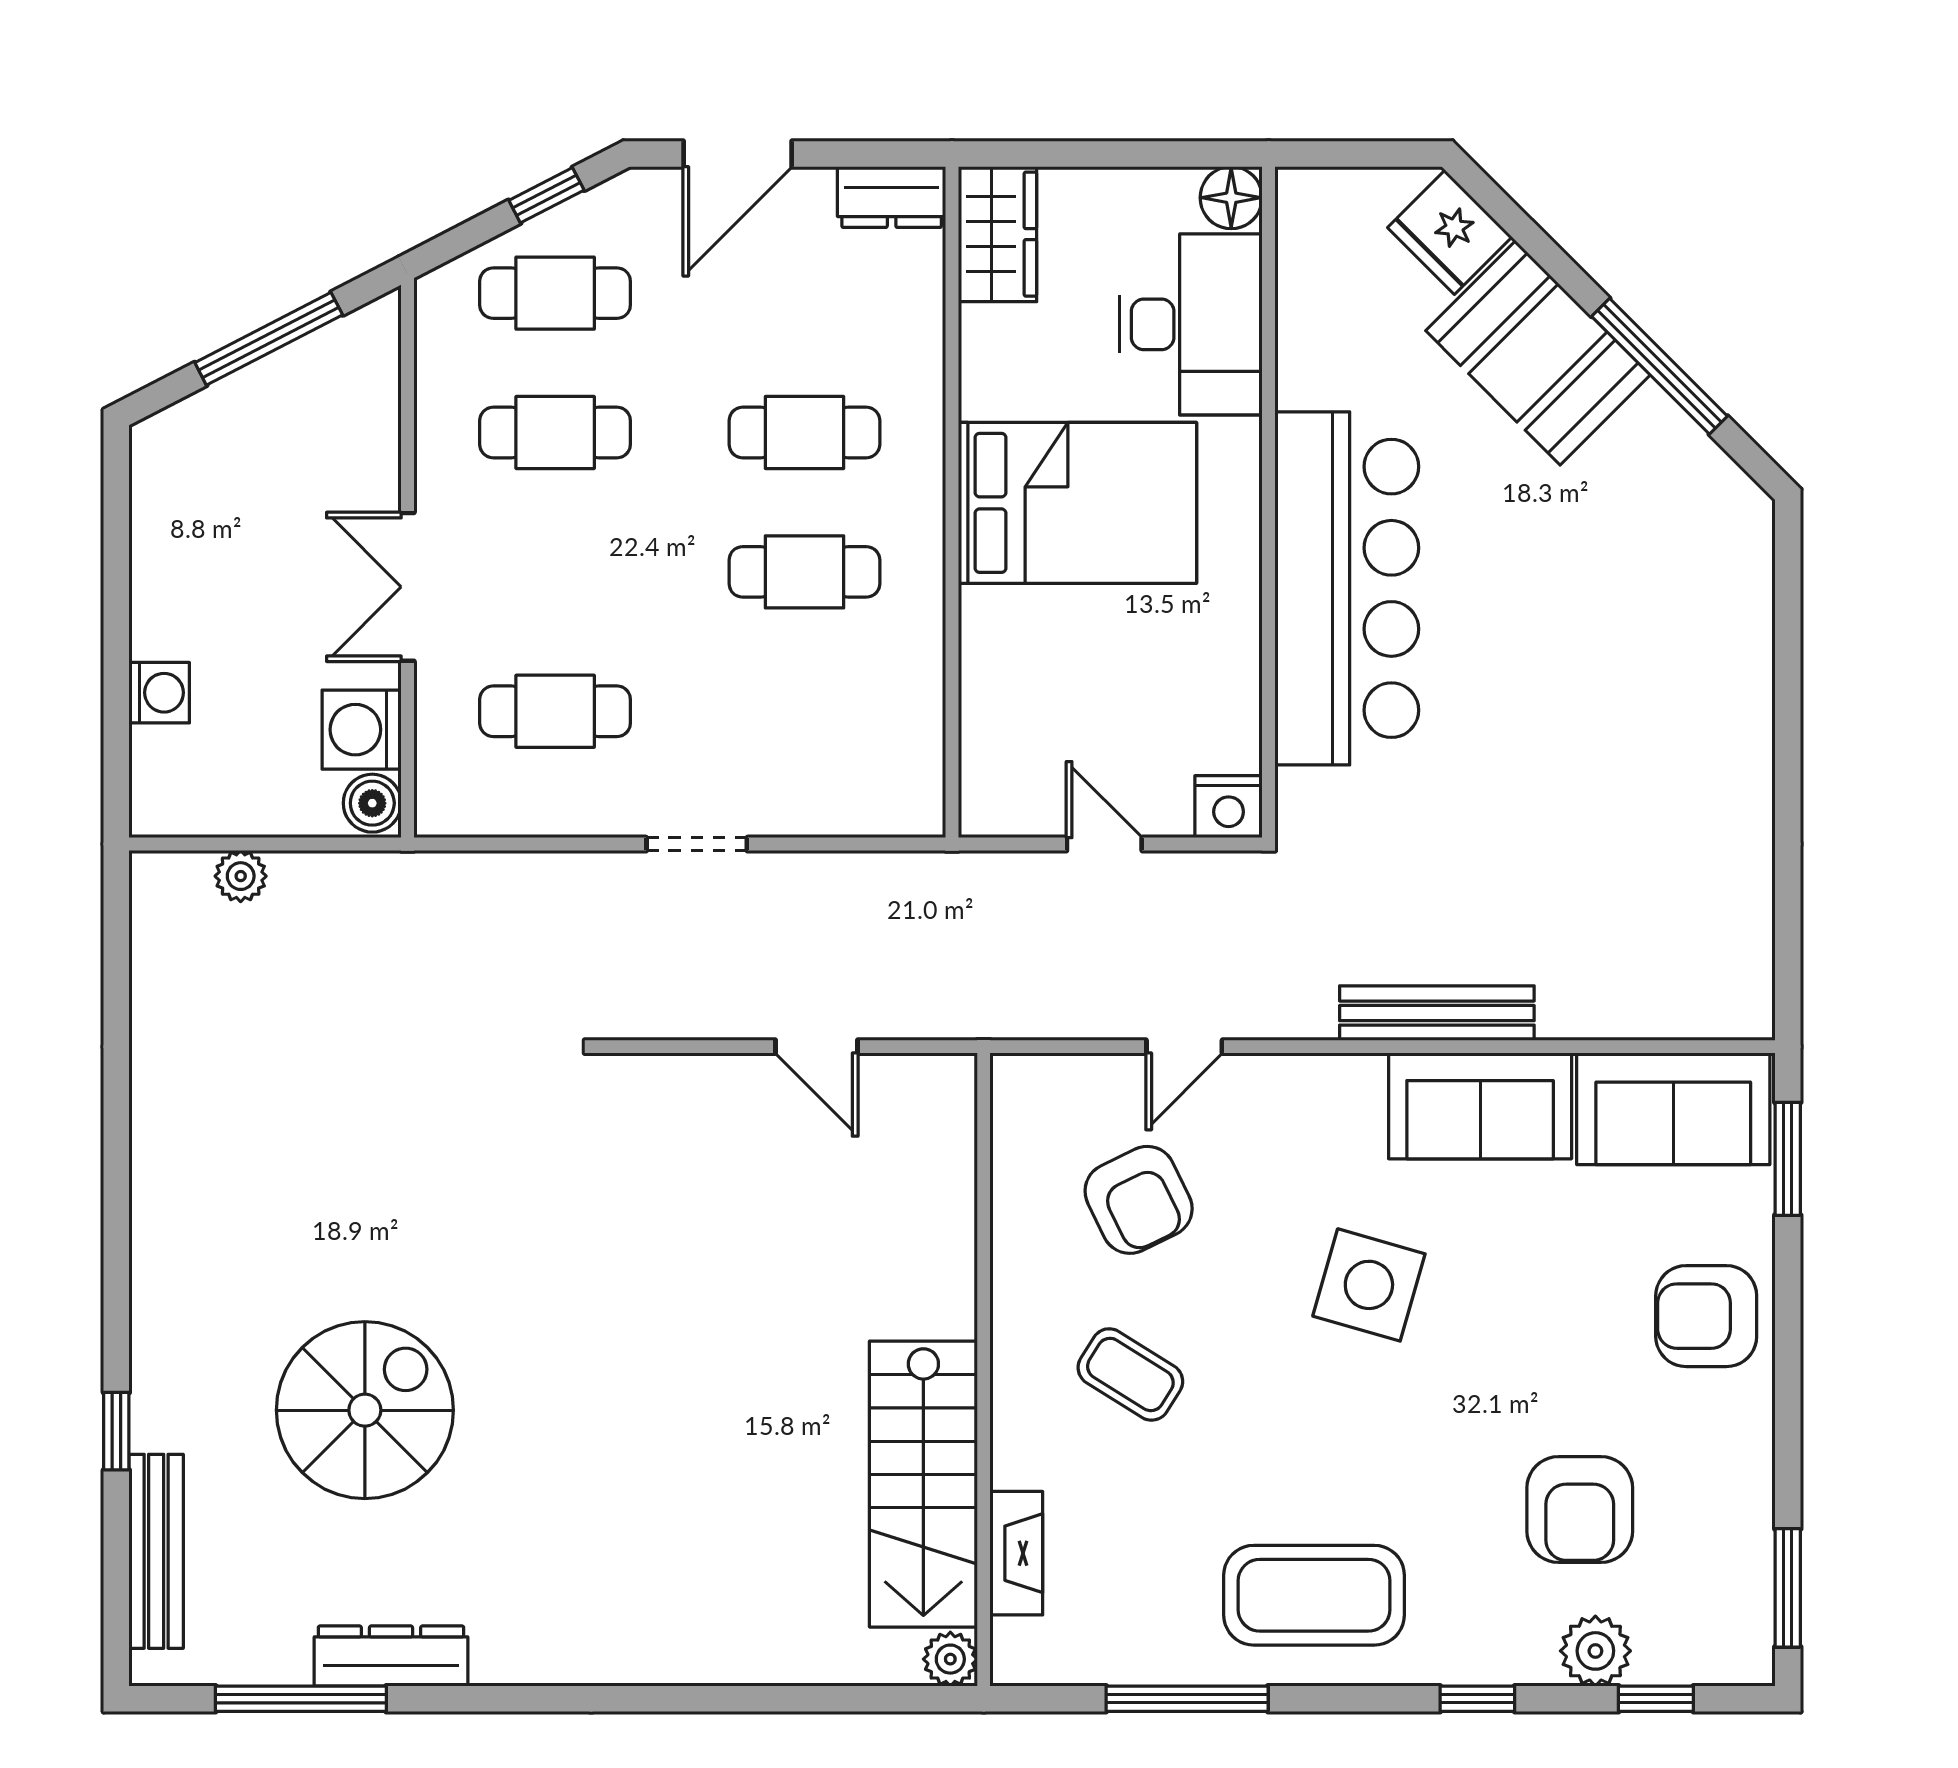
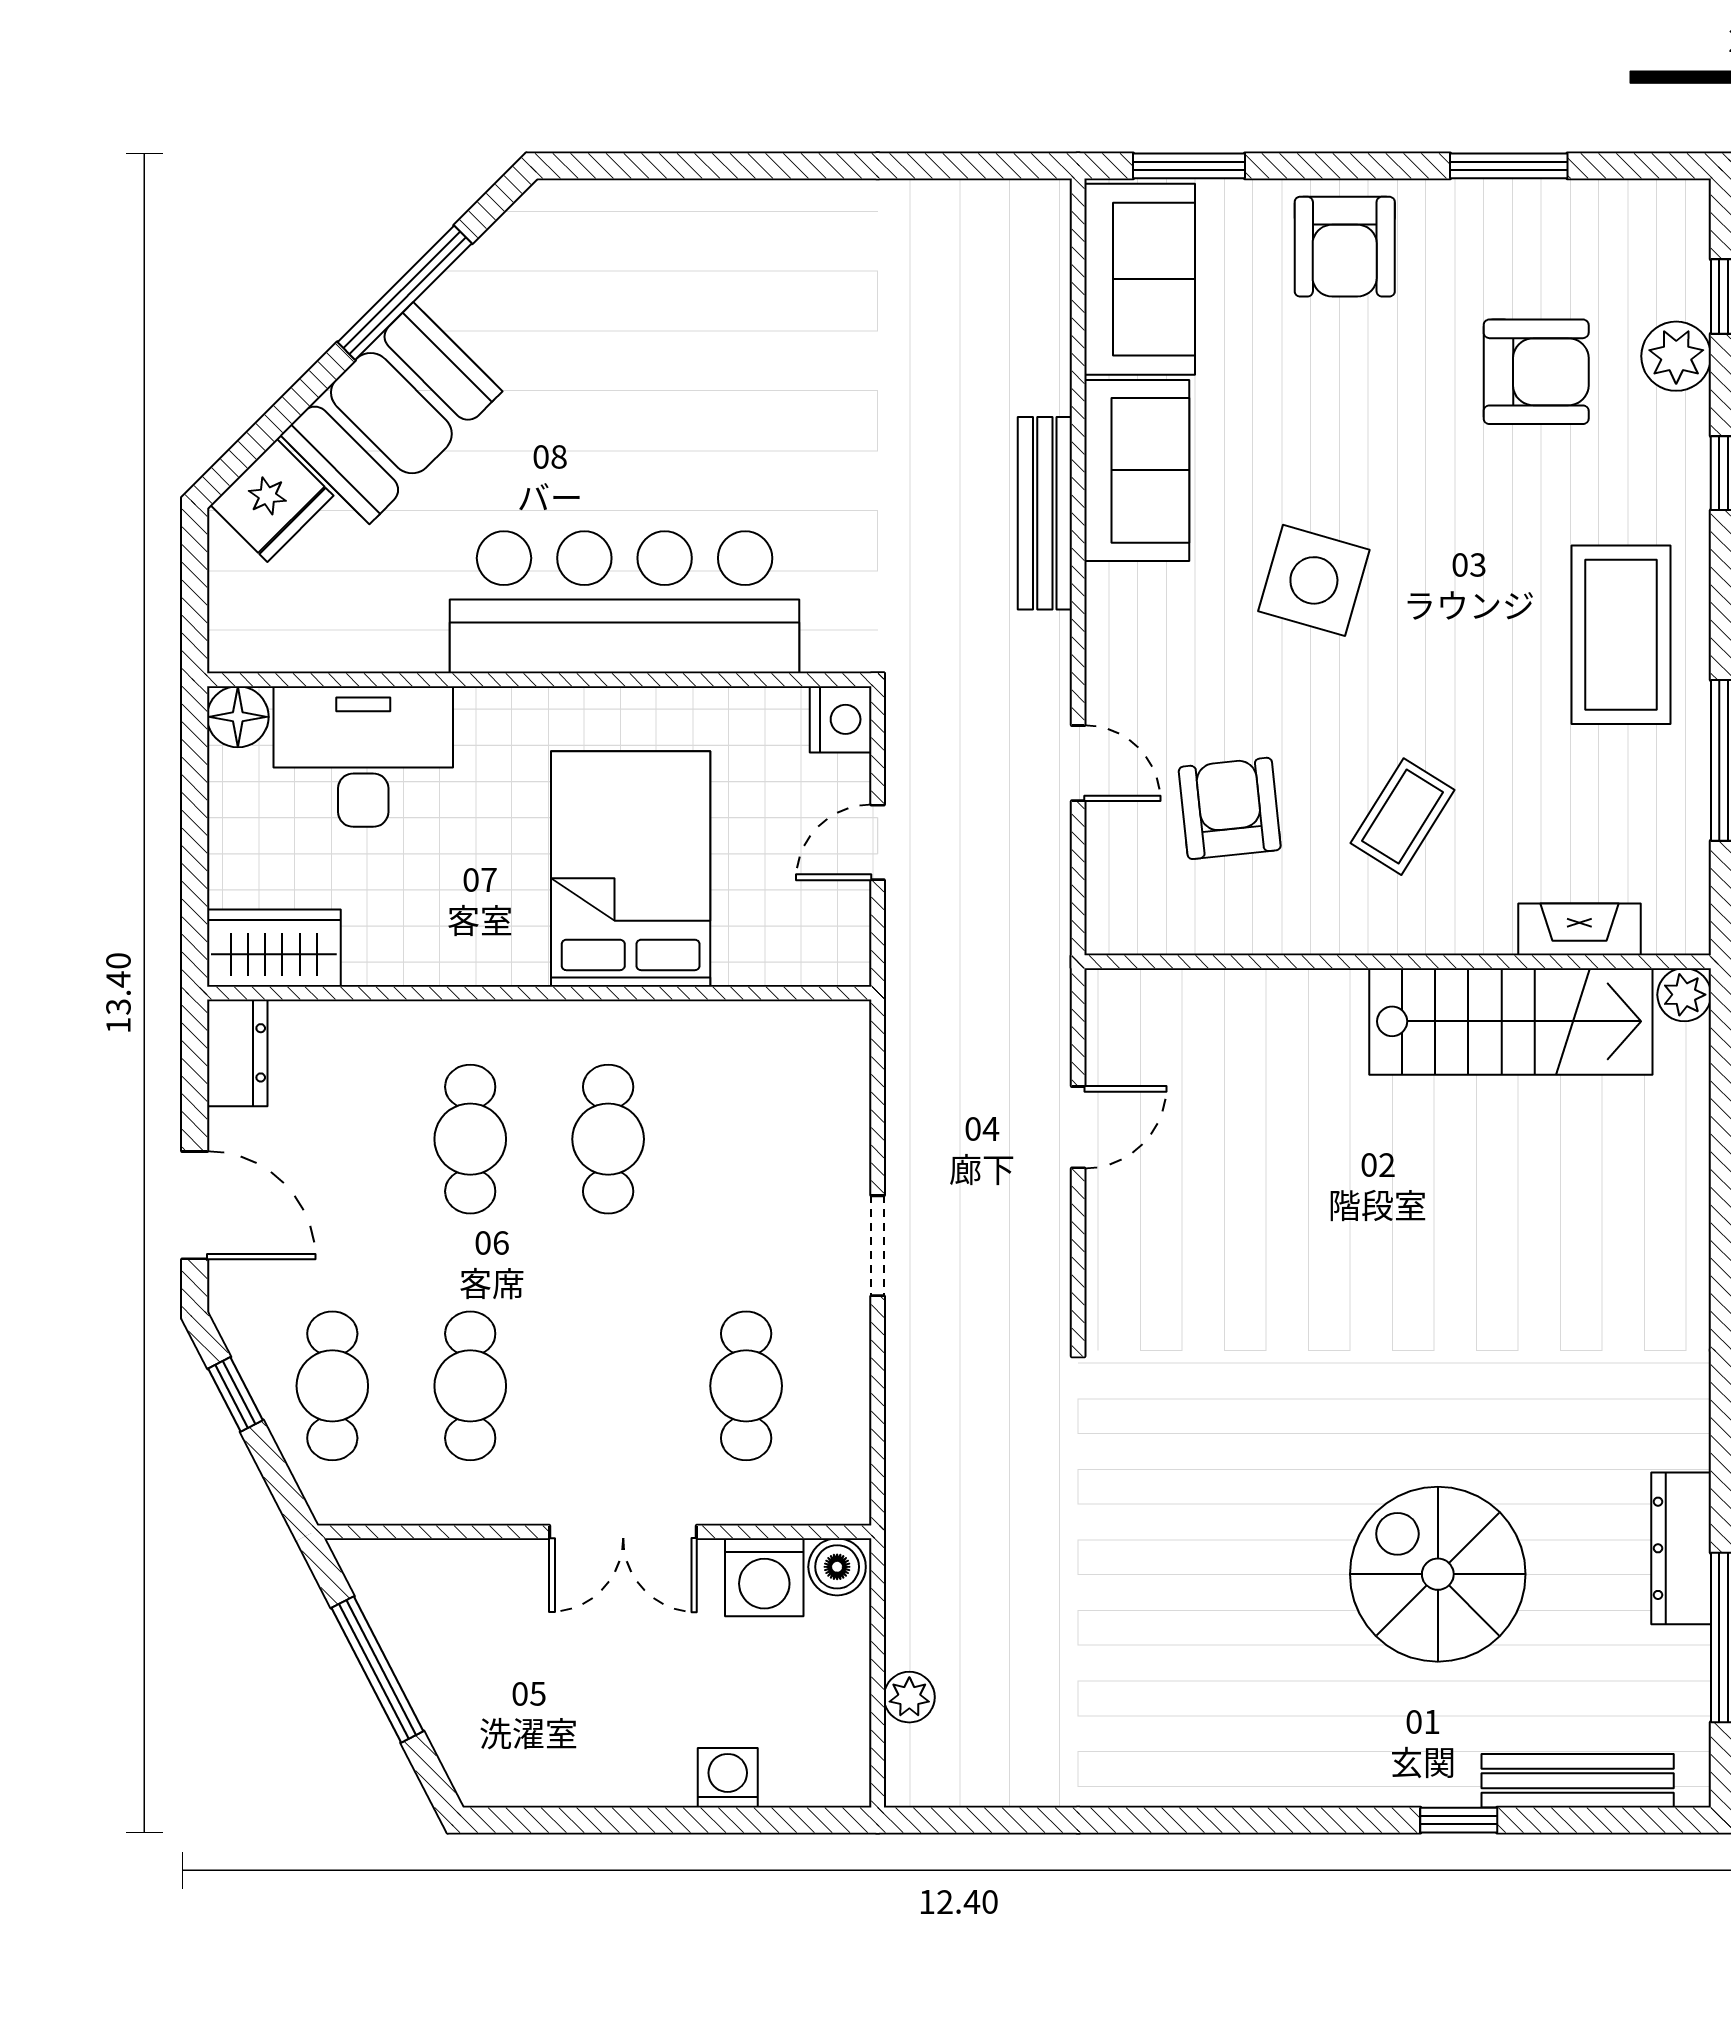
bed: (1077, 503) -> (631, 869), moved
armchair: (1139, 1200) -> (1230, 808), turned -70
window: (1788, 1588) -> (1509, 166), moved

